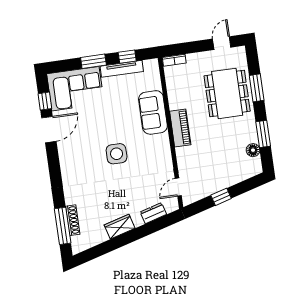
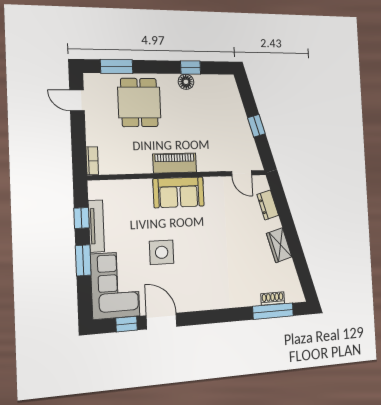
window: (257, 88) -> (117, 67), moved
dining table: (227, 93) -> (139, 102), width x0.73
sofa: (153, 112) -> (179, 192), moved
window: (263, 134) -> (191, 68), width x0.67
floor lamp: (253, 150) -> (186, 82), moved
side table: (117, 154) -> (162, 252), moved
shoe rack: (73, 220) -> (273, 299), width x0.70

